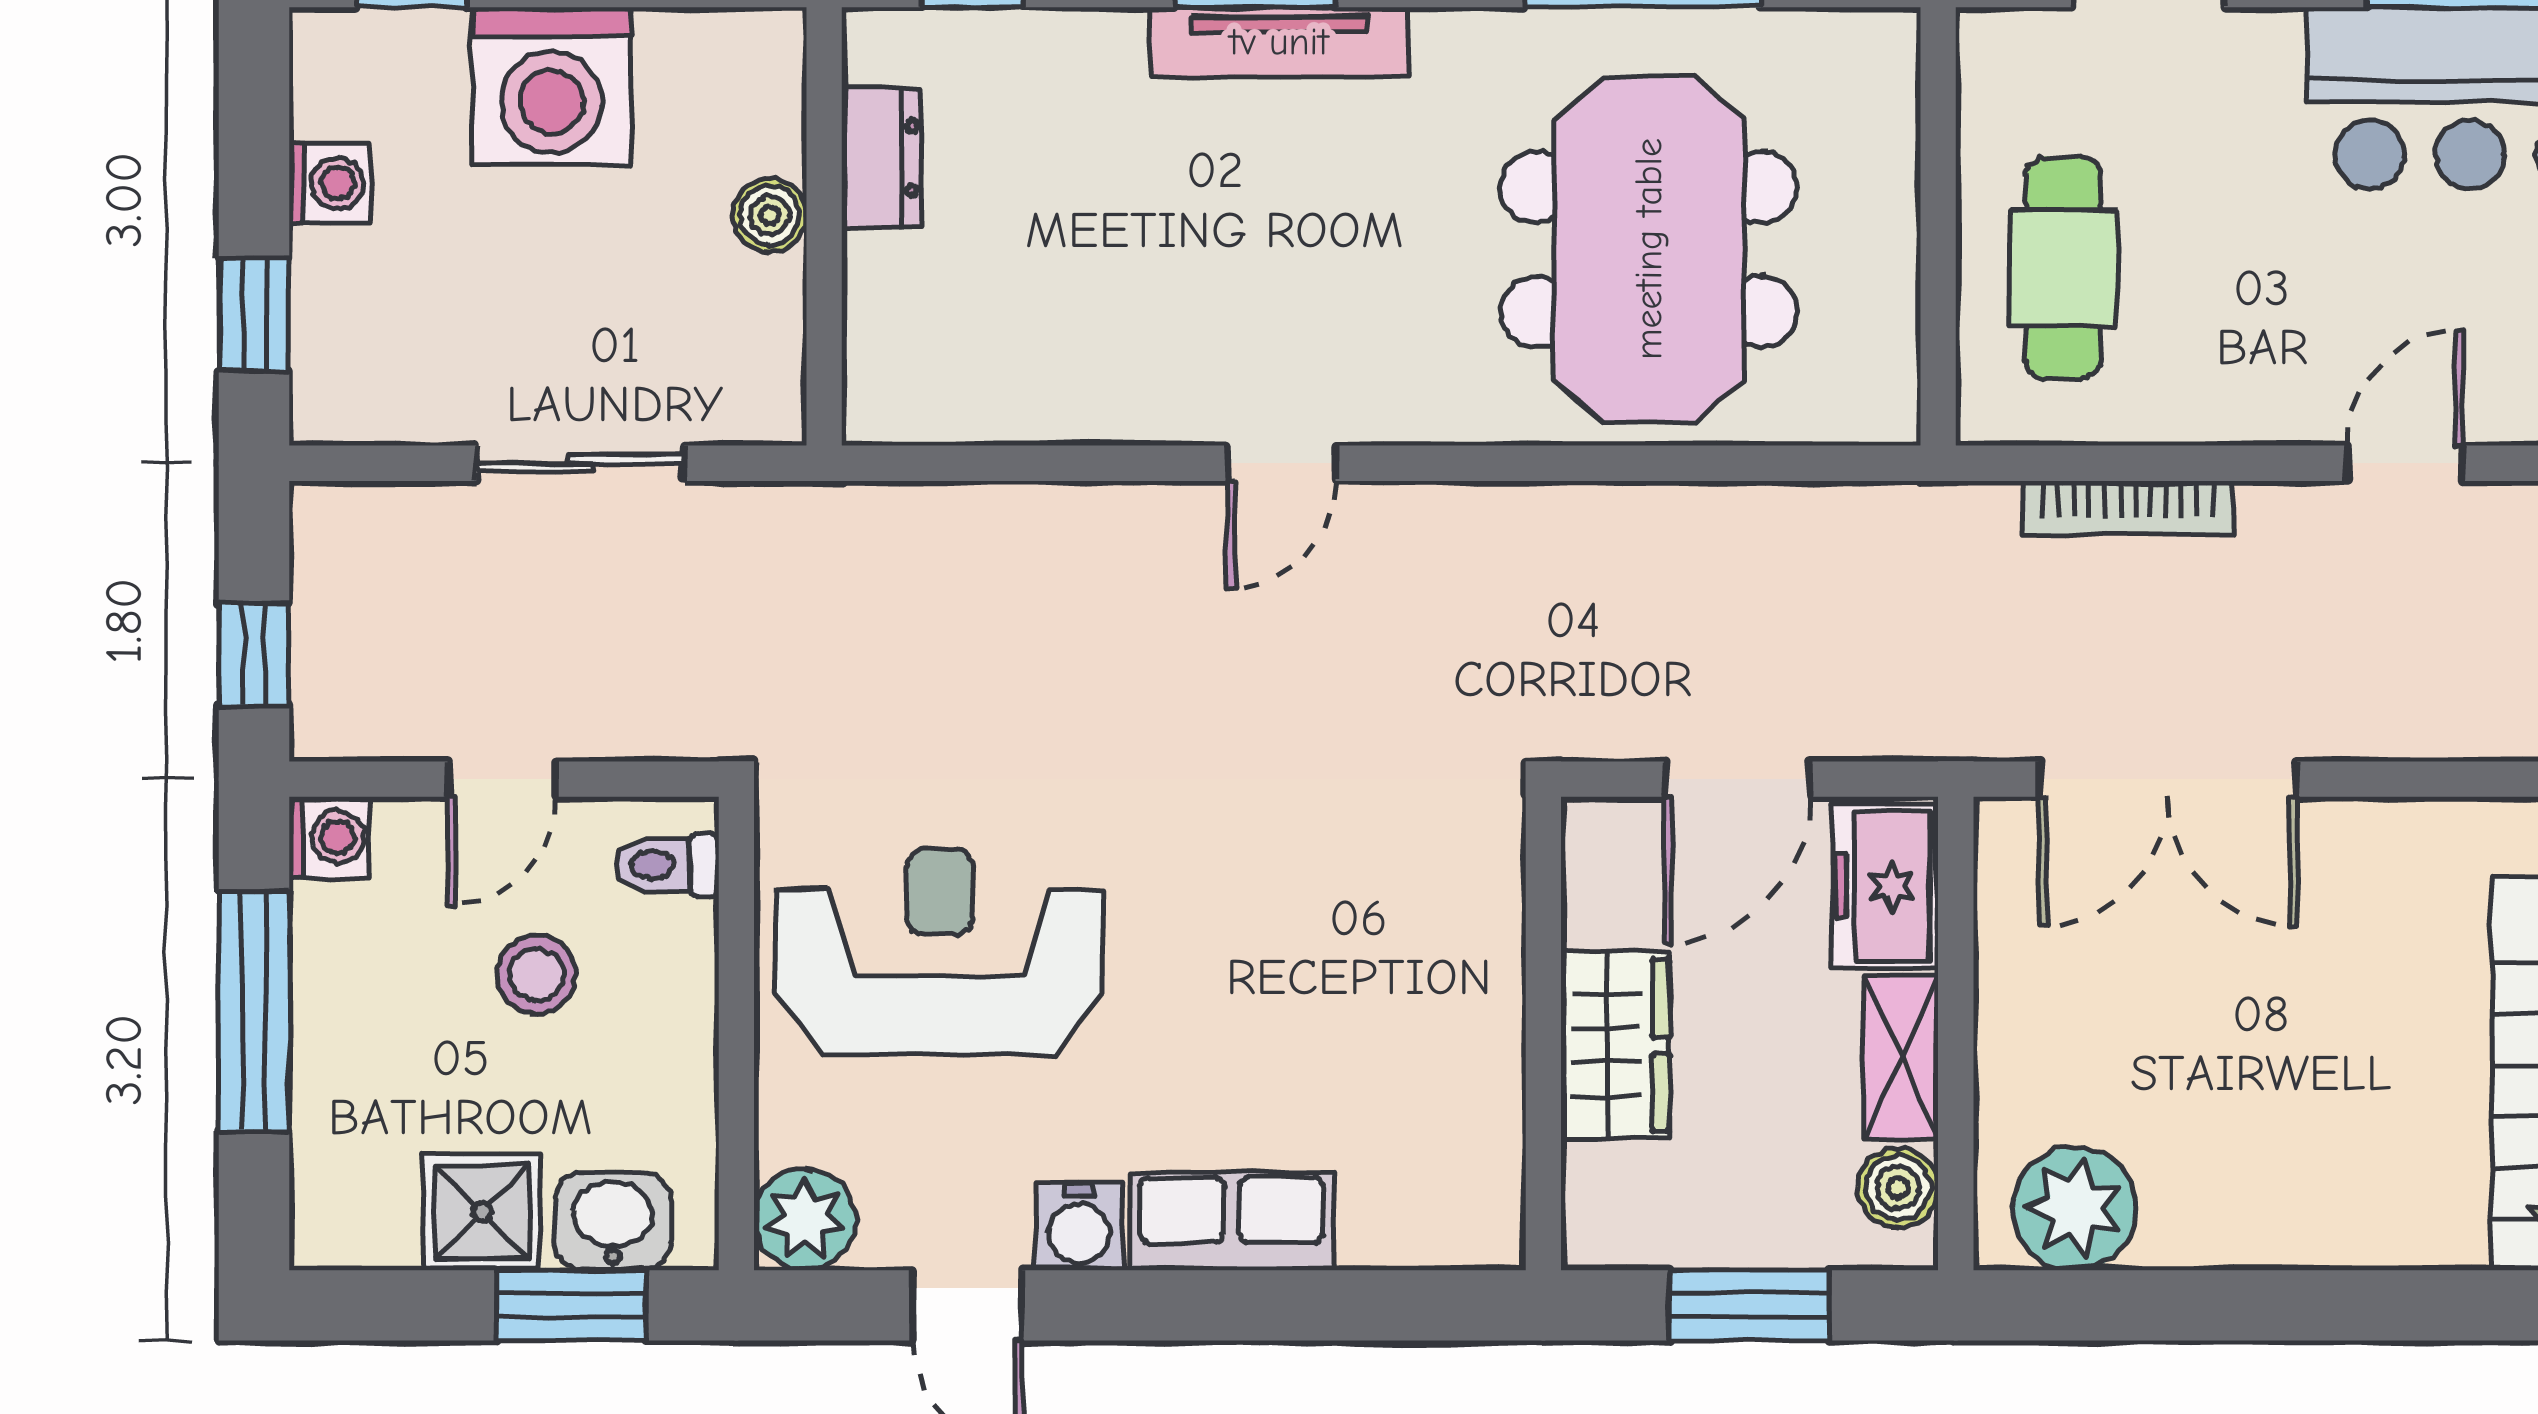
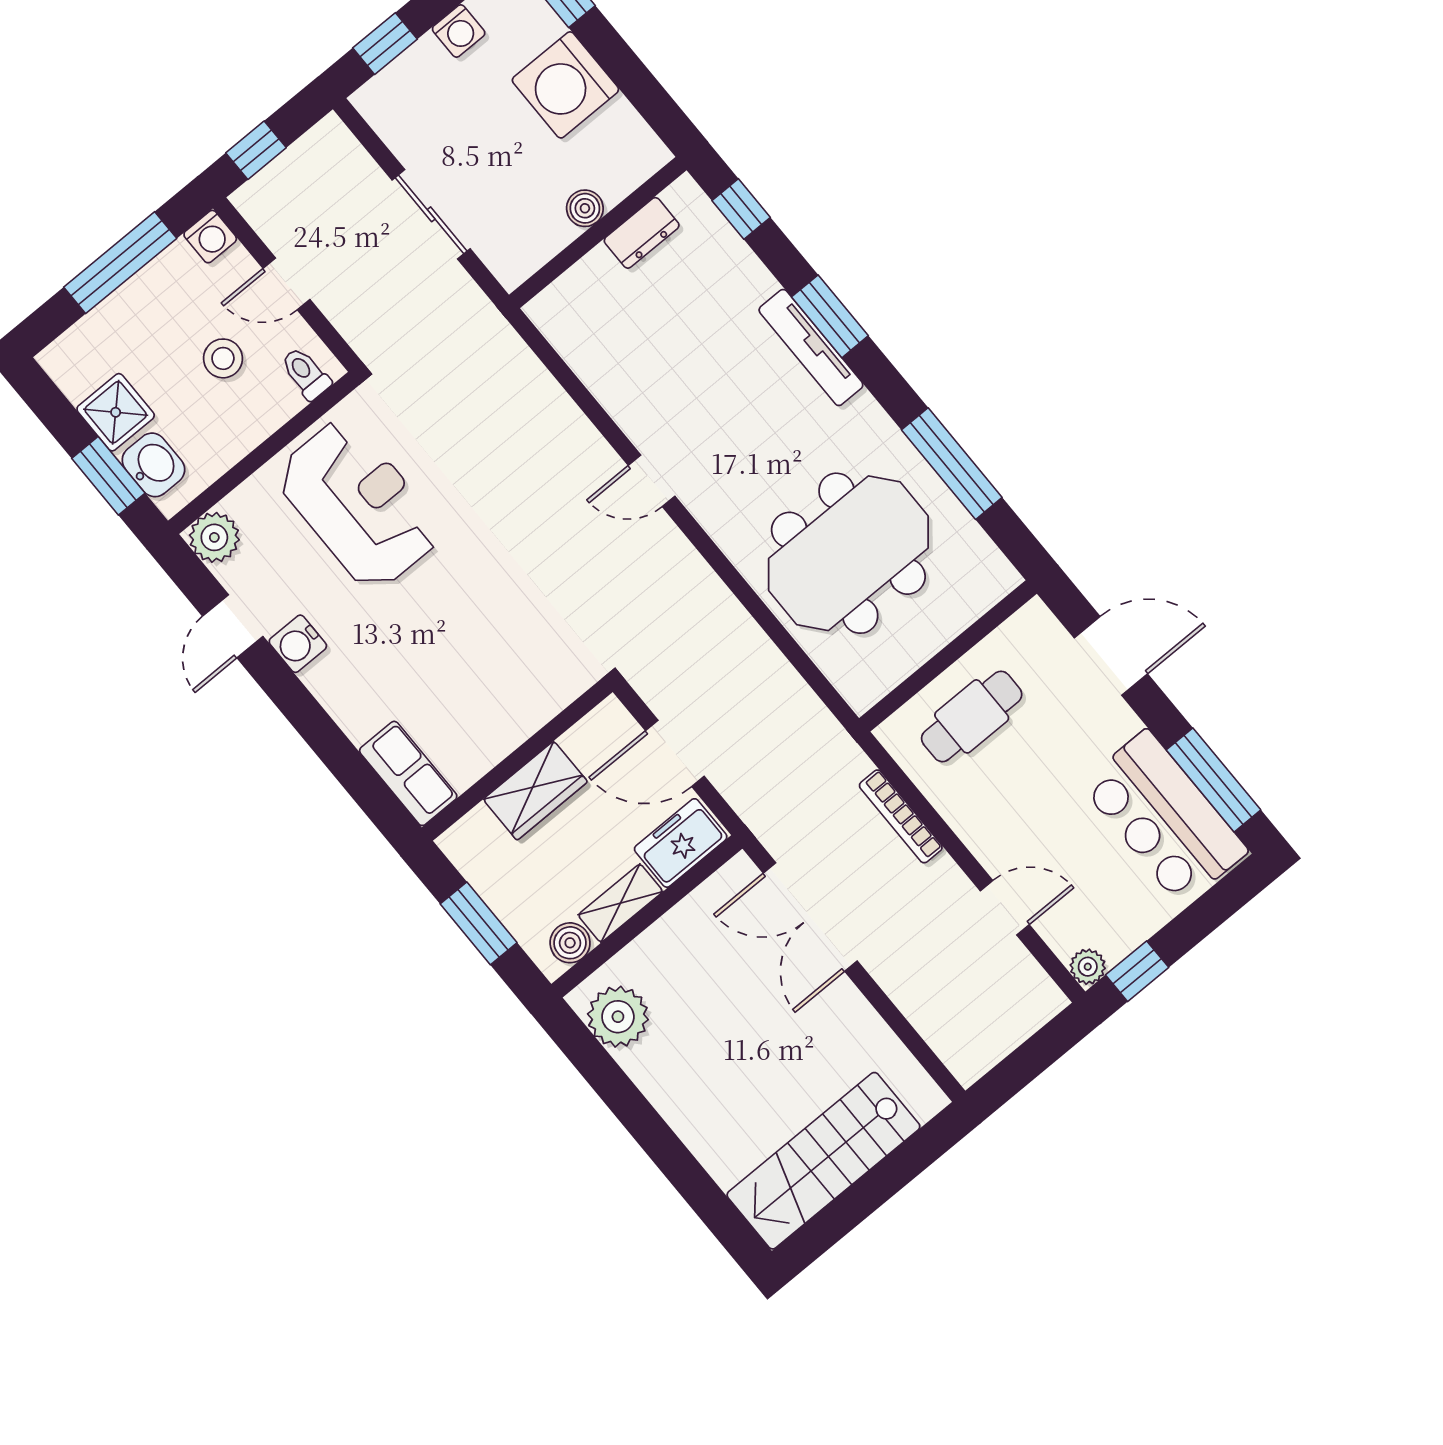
row of seats: (1232, 1222) -> (408, 773), moved

